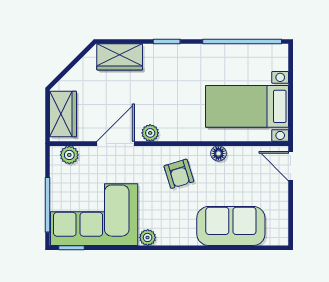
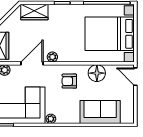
bed with nightstands: (247, 106) -> (110, 34), width x1.36
floor lamp: (218, 153) -> (97, 73), width x1.89, depth x1.89
armchair: (179, 174) -> (69, 81), turned 107

